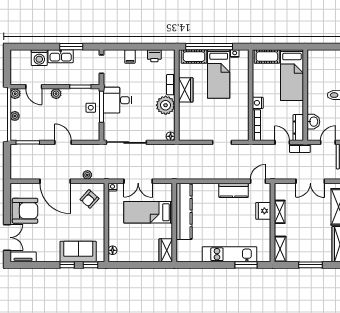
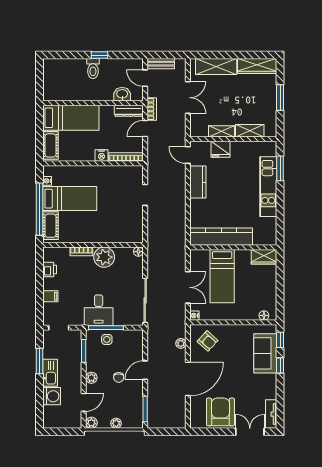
wardrobe: (186, 90) -> (87, 235), removed
chair: (56, 118) -> (119, 377), added
shelving: (280, 249) -> (250, 131), moved

